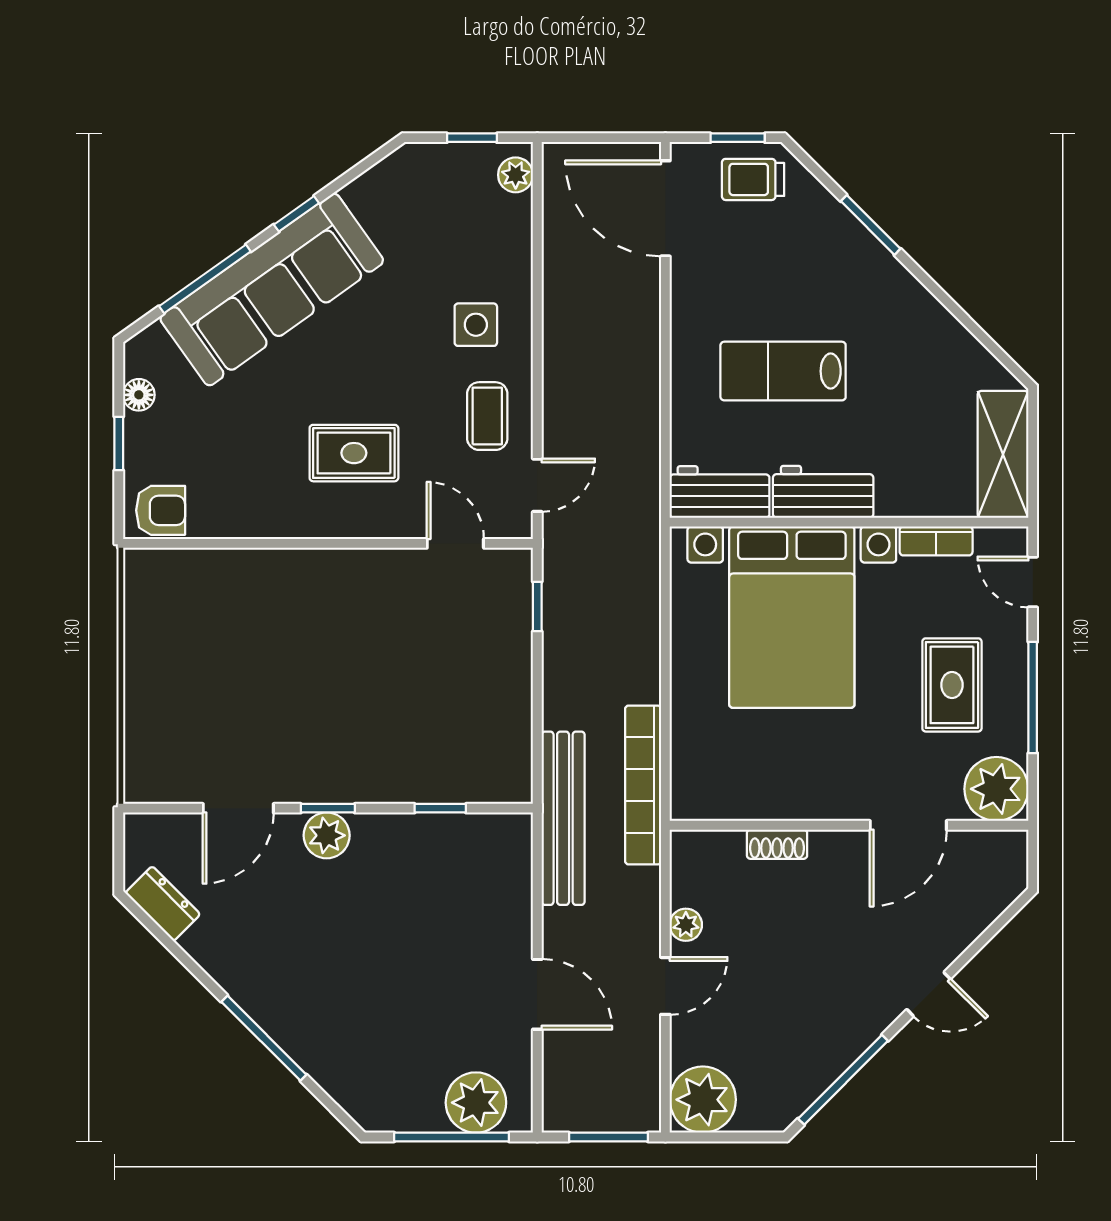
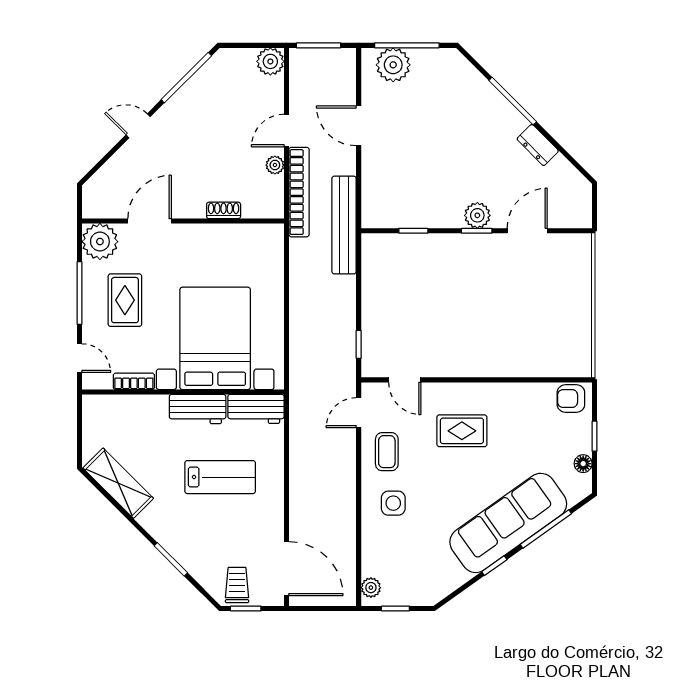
trolley: (753, 179) -> (237, 585), turned -90
shelving: (1003, 454) -> (118, 483), moved, turned -45
bookcase: (643, 785) -> (299, 192), moved
dresser: (163, 904) -> (538, 145), moved
plant: (703, 1100) -> (270, 61), width x0.73, depth x0.73

